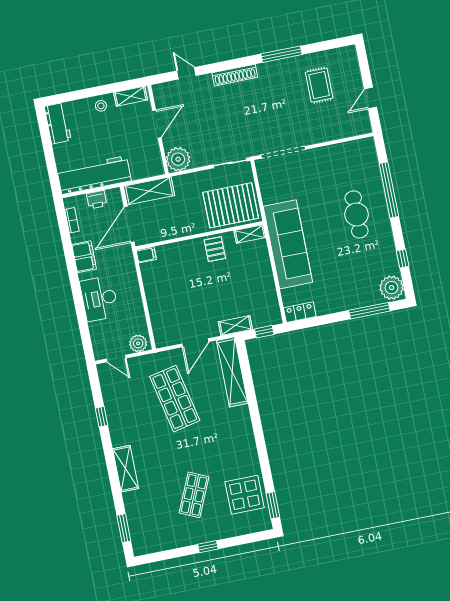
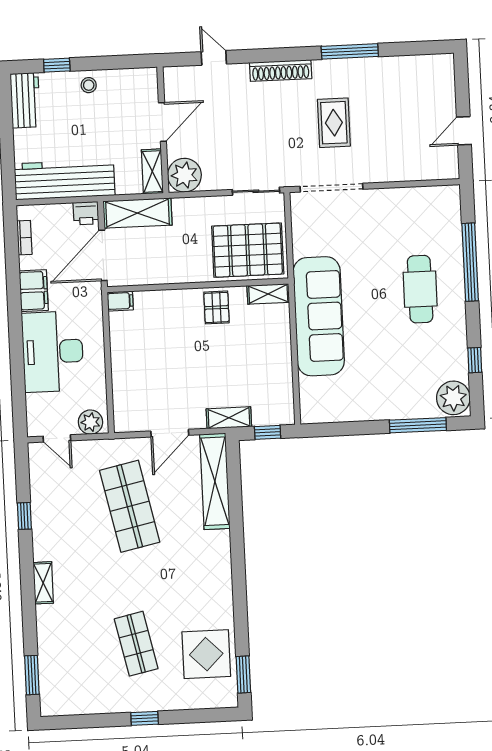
rug: (319, 85) -> (334, 123), moved
window: (76, 95) -> (57, 65), added
shelving: (131, 96) -> (152, 171), moved, turned 90
printer: (97, 200) -> (86, 213), moved
desk: (99, 299) -> (53, 352), width x1.36, depth x1.30
locker: (300, 312) -> (321, 413), removed
shelving: (126, 469) -> (43, 583), width x0.67, depth x0.75
shop shelf: (194, 495) -> (136, 644), turned -36

